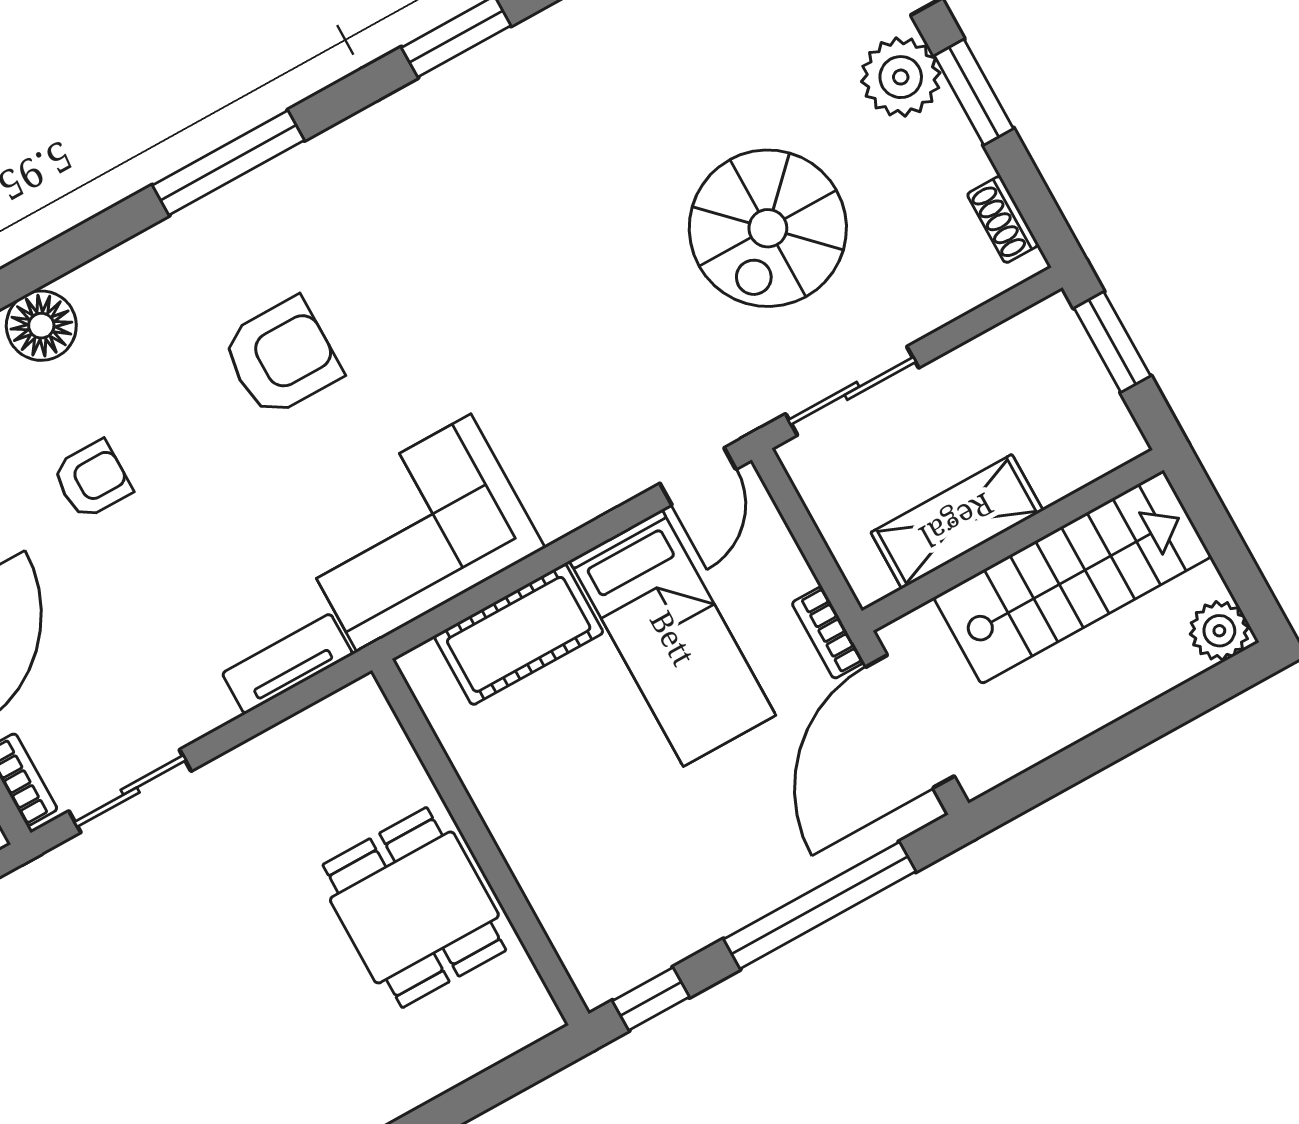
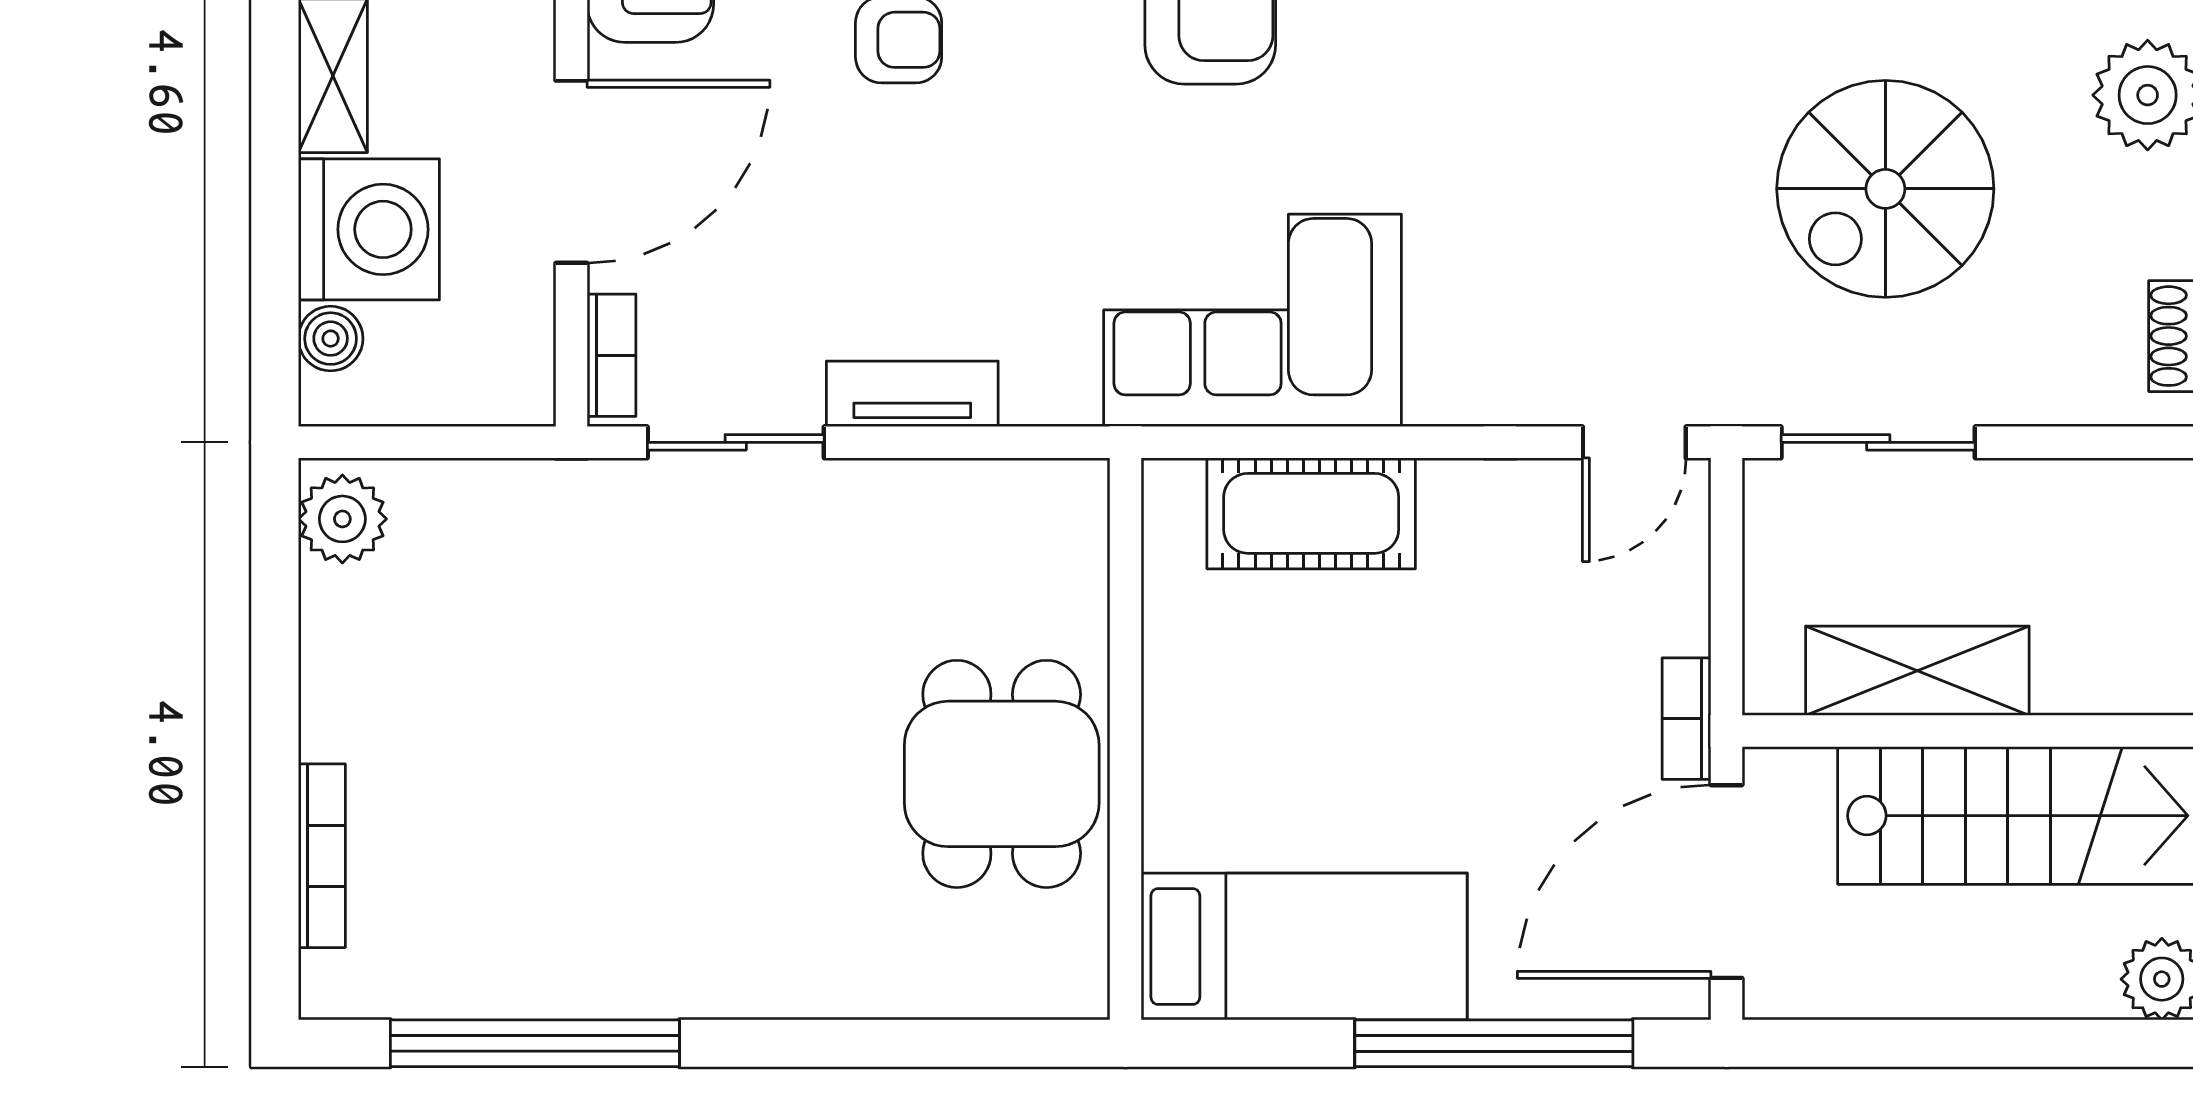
bed: (673, 638) -> (1304, 946), moved, turned -90
tv unit: (287, 664) -> (912, 394), moved
window: (651, 999) -> (1227, 1043), removed

